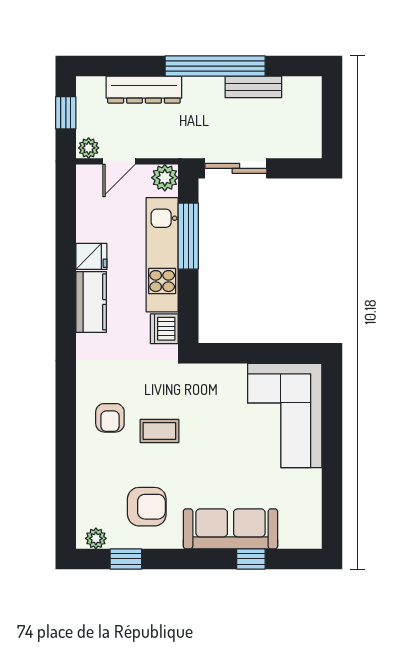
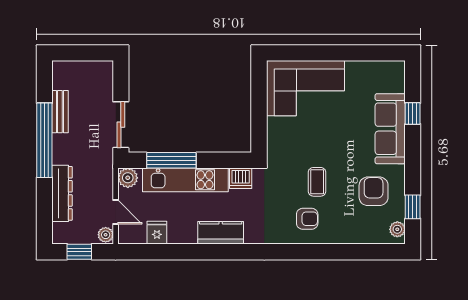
fridge: (91, 256) -> (157, 233), moved

